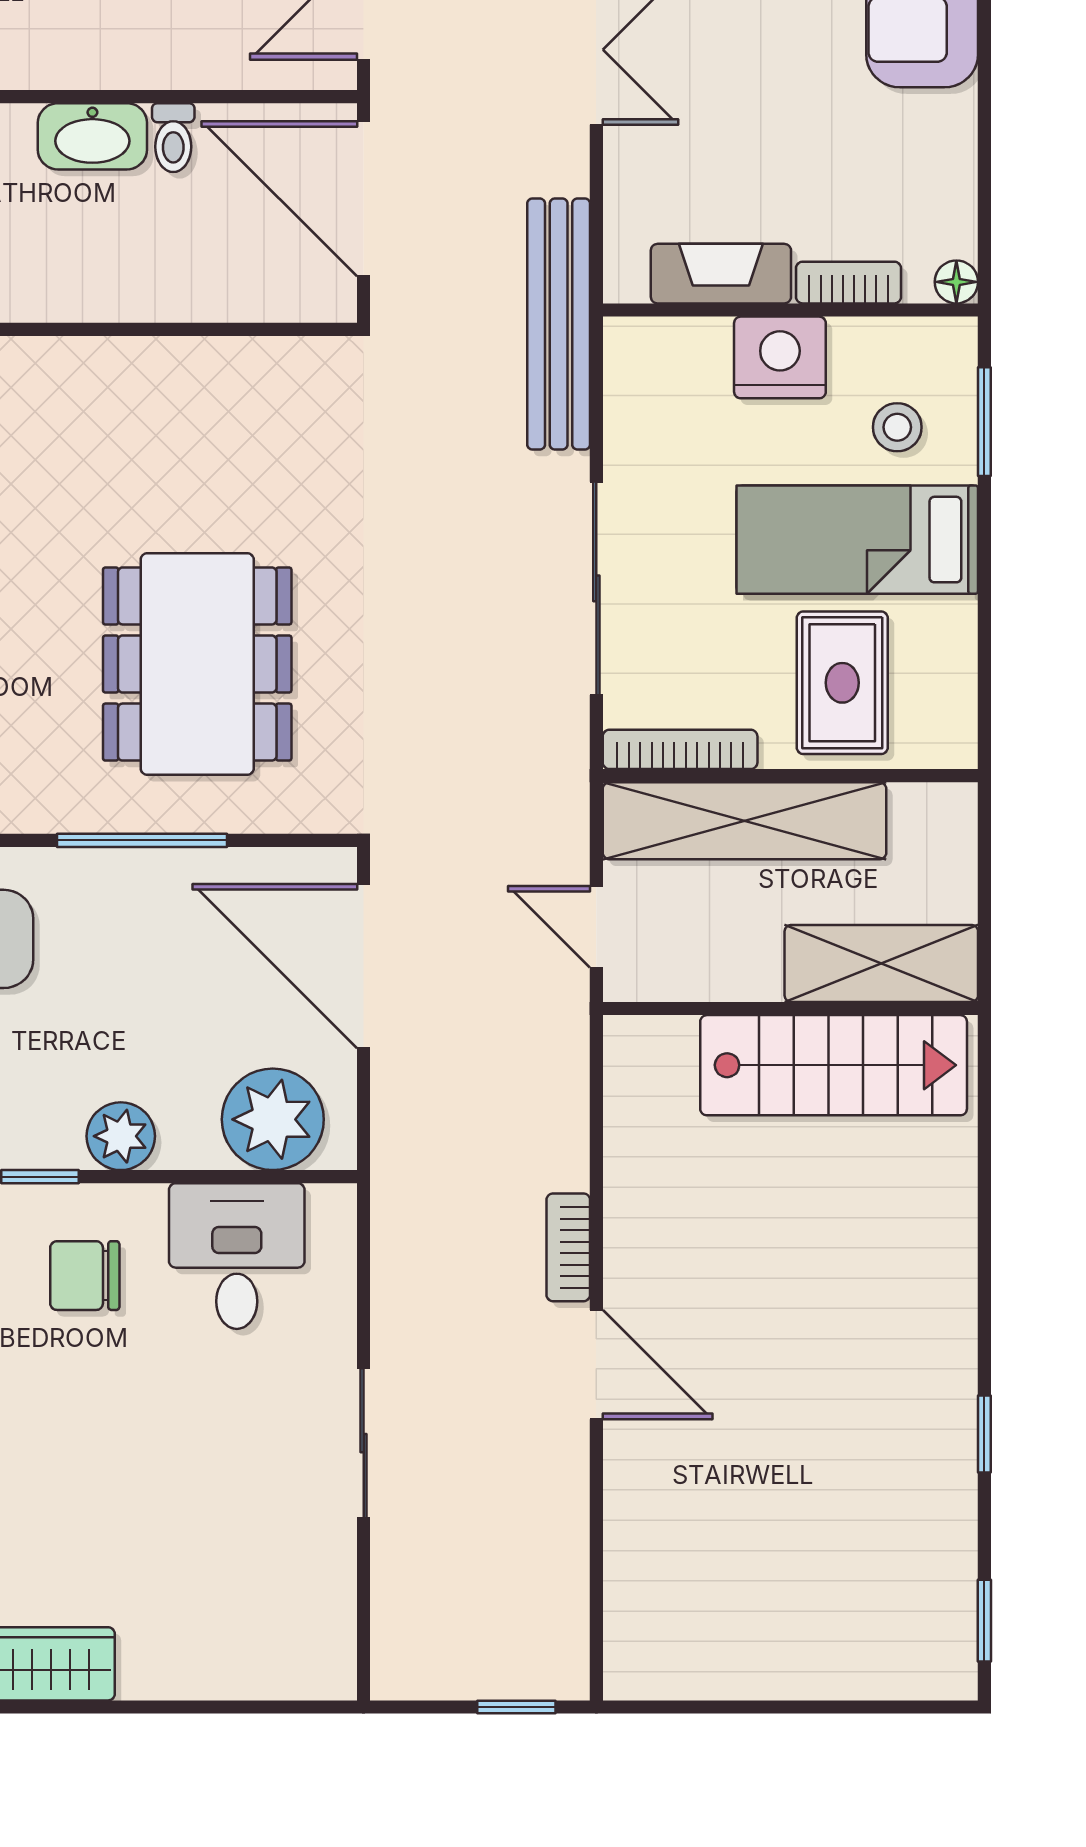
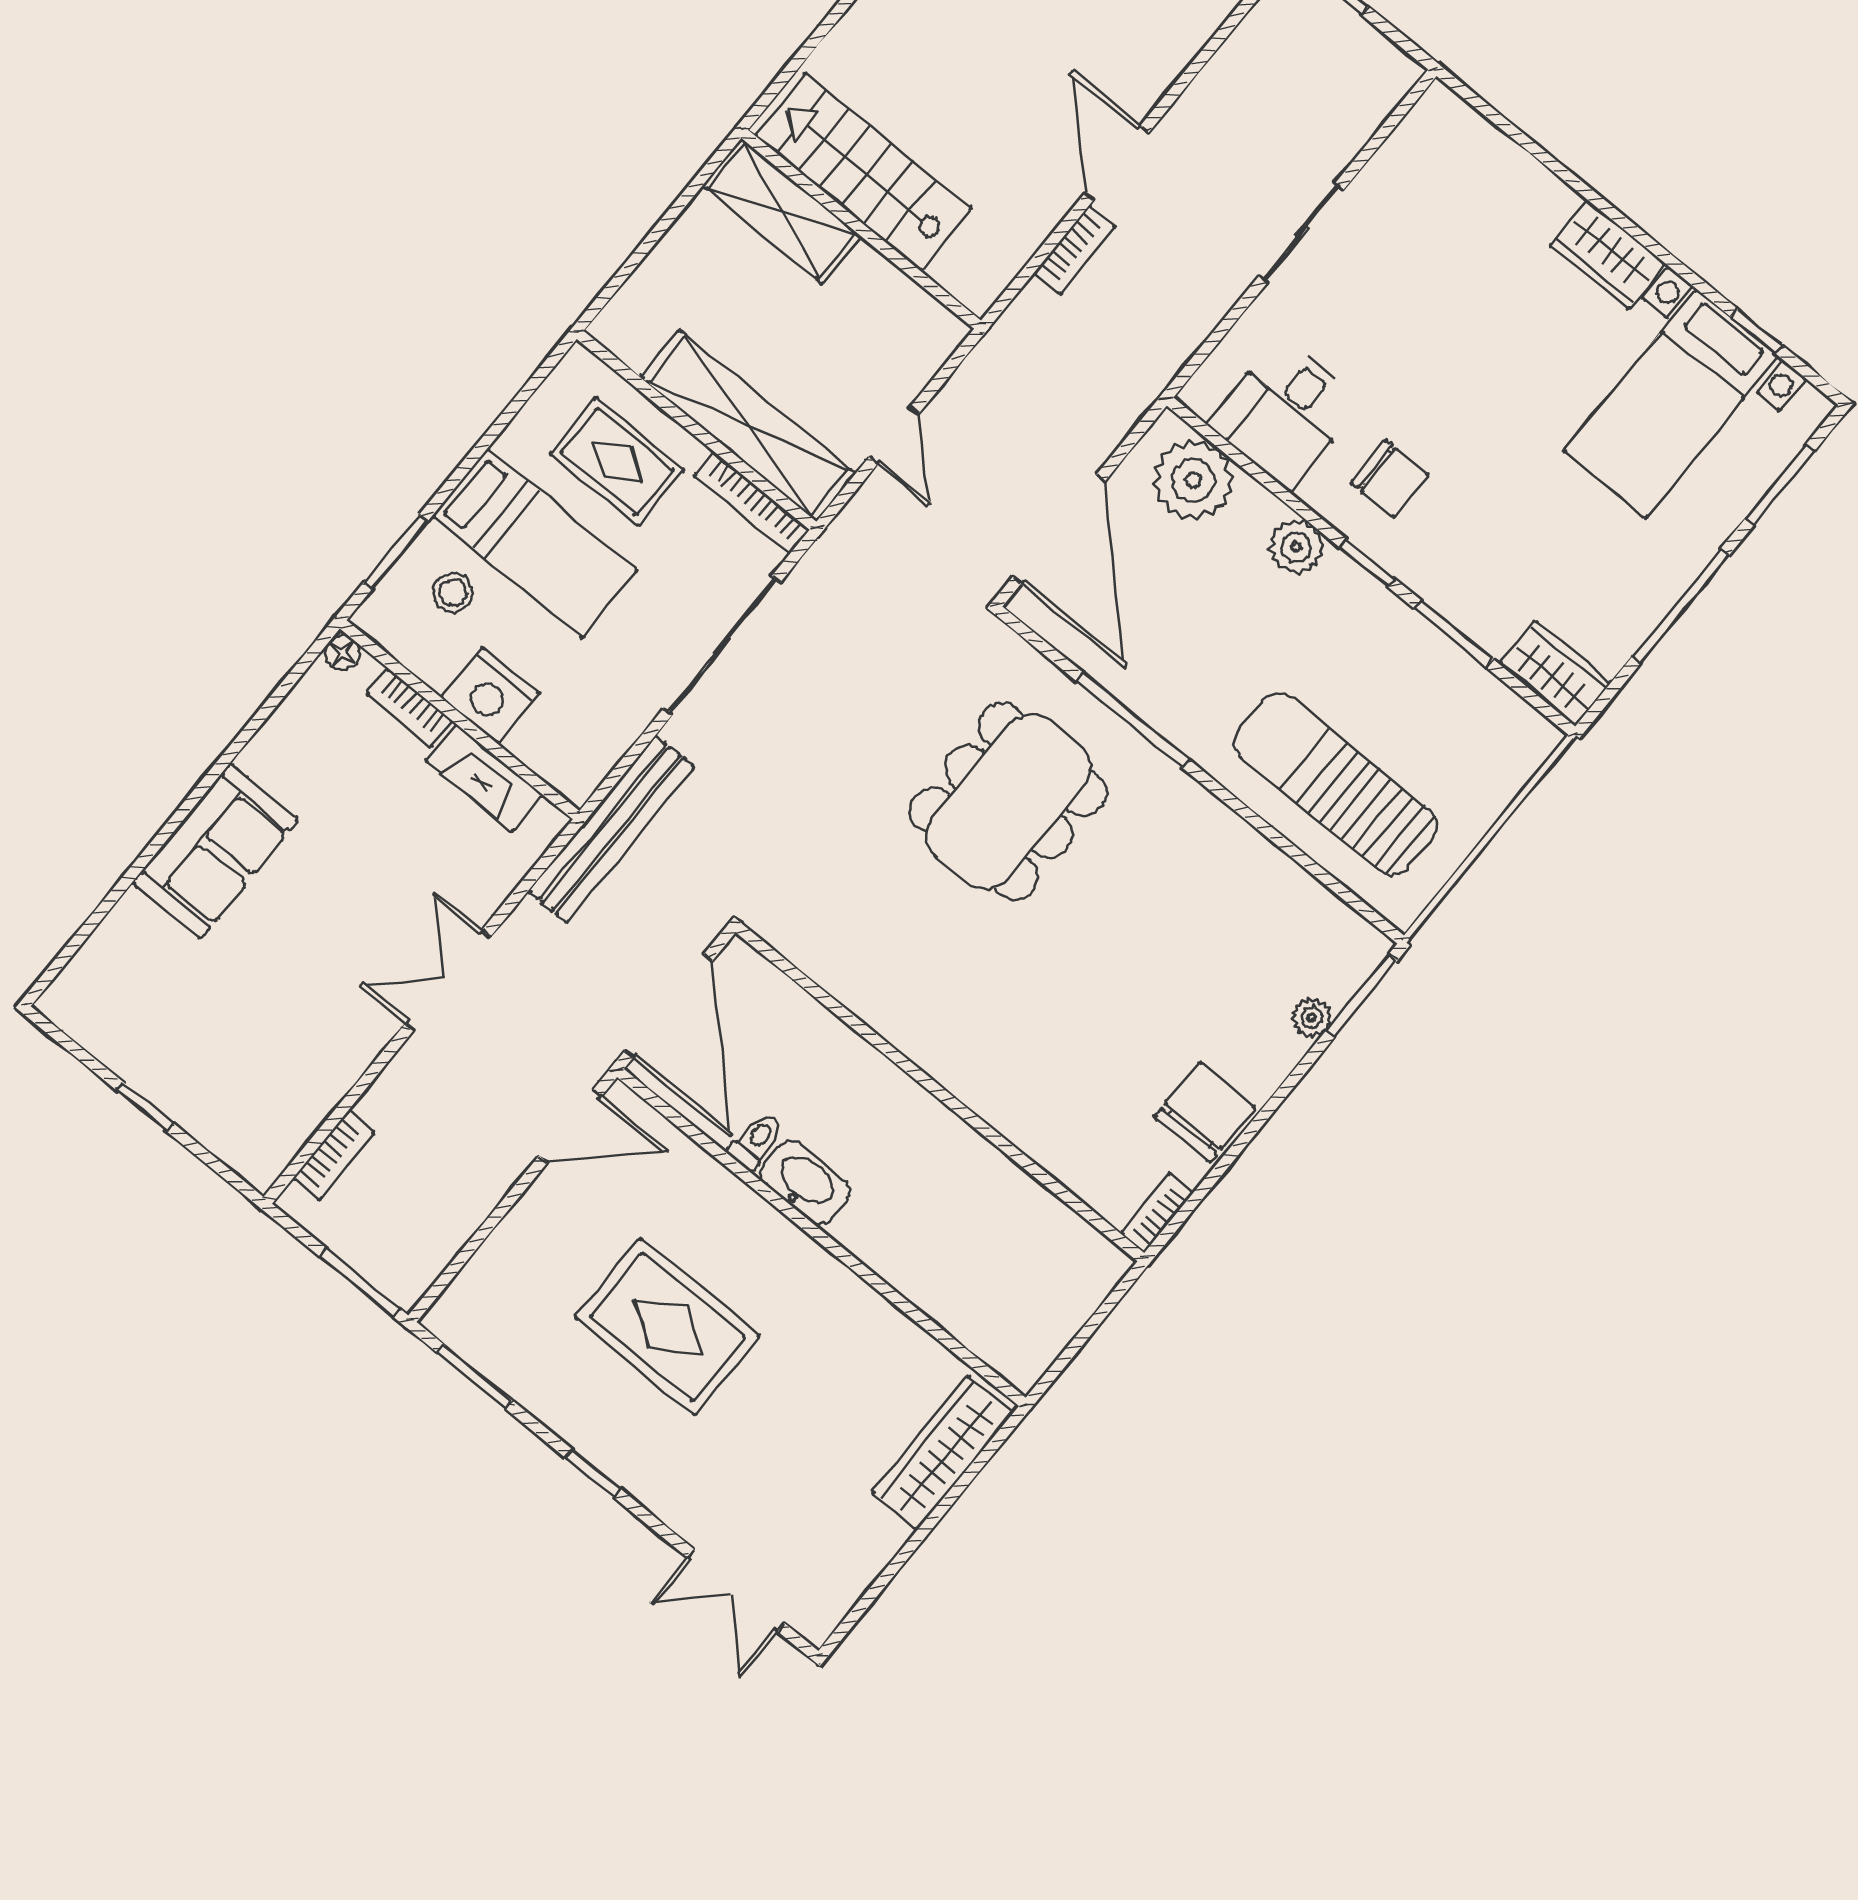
rug: (842, 683) -> (617, 462), turned 90
shelving: (881, 963) -> (782, 211), moved
wall: (790, 1009) -> (861, 229), moved
stairs: (834, 1065) -> (863, 172), moved

